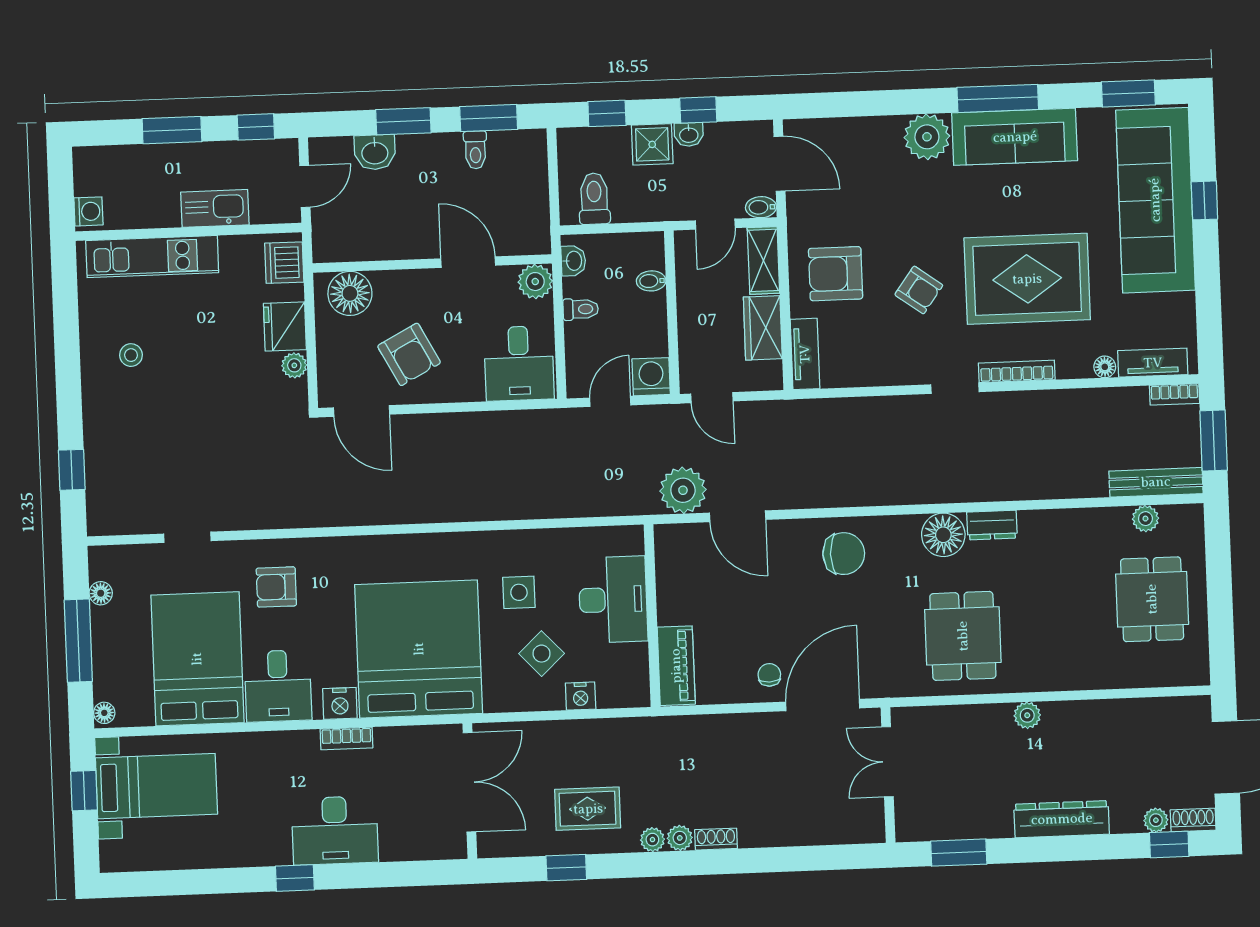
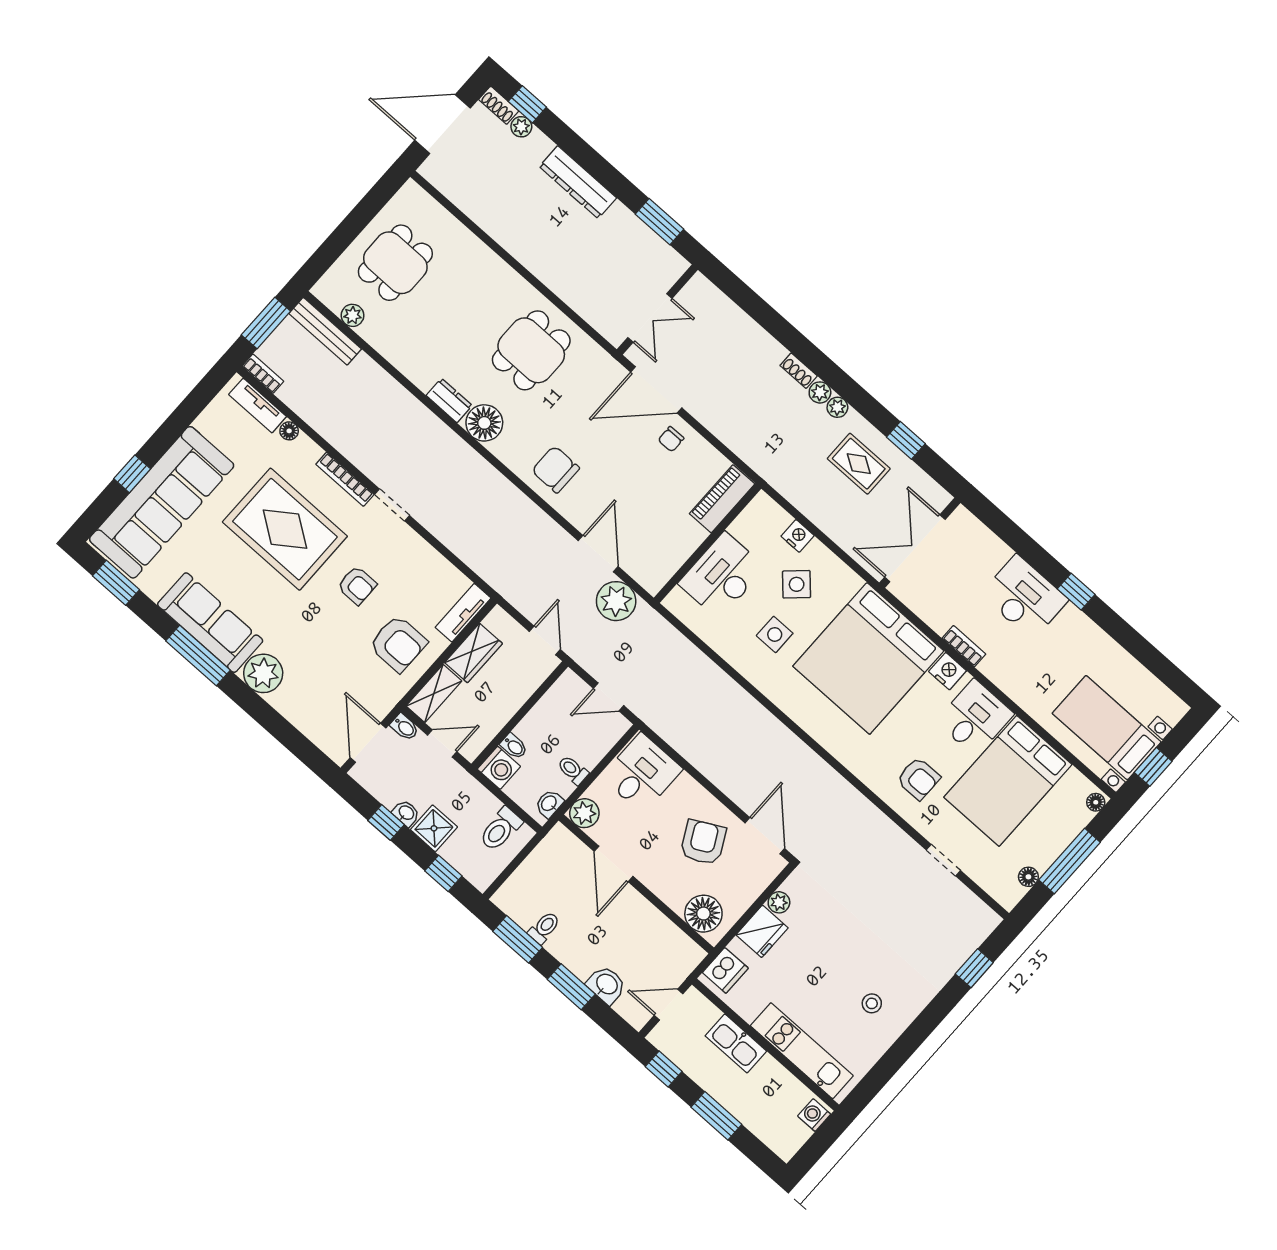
armchair: (919, 290) -> (357, 585), turned 144
washing machine: (651, 377) -> (499, 768), moved, turned -90
plant: (1027, 715) -> (538, 265), removed

